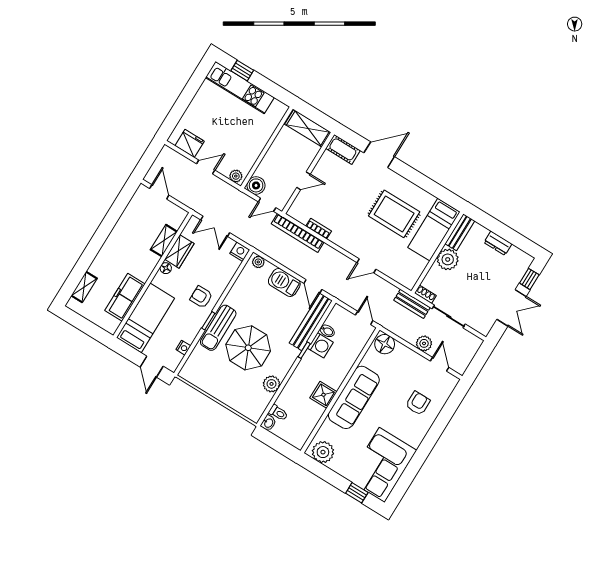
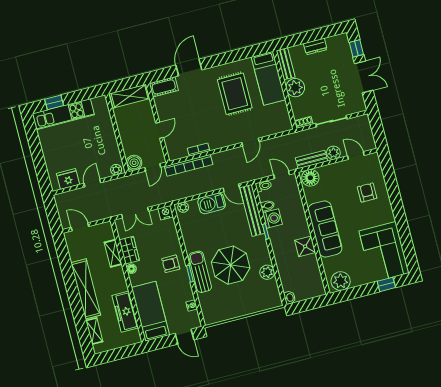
rug: (394, 214) -> (235, 94), turned 90
shelving: (112, 246) -> (86, 289), added
bench: (412, 304) -> (312, 159), moved
sun lounger: (218, 328) -> (200, 272), turned 180
toilet: (278, 413) -> (264, 186), moved

